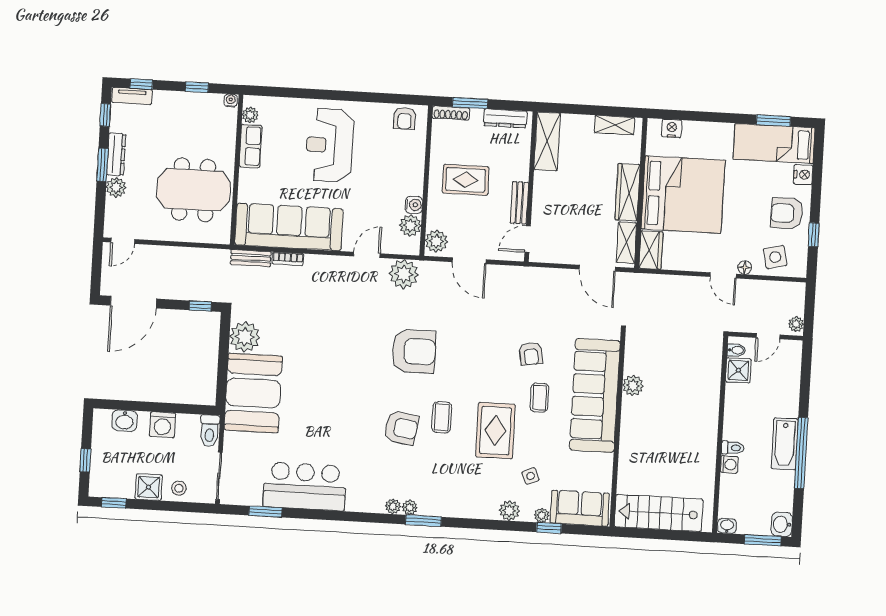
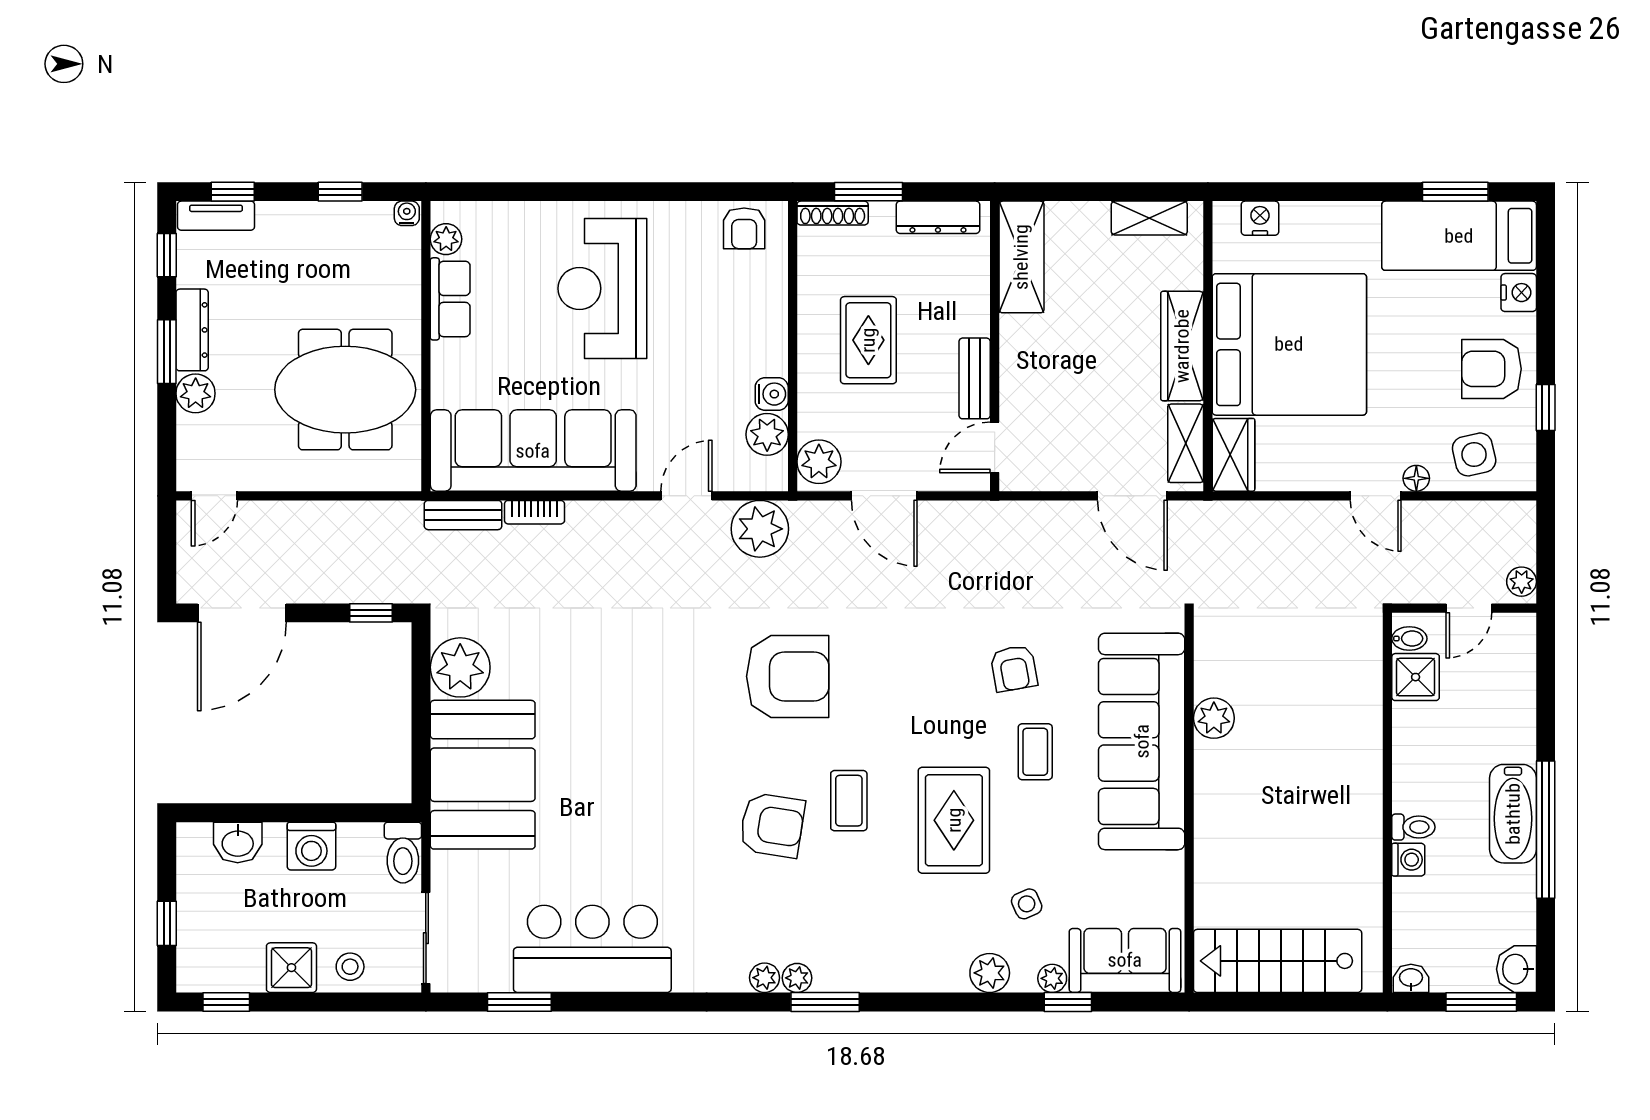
rug: (466, 180) -> (868, 340), turned 90

